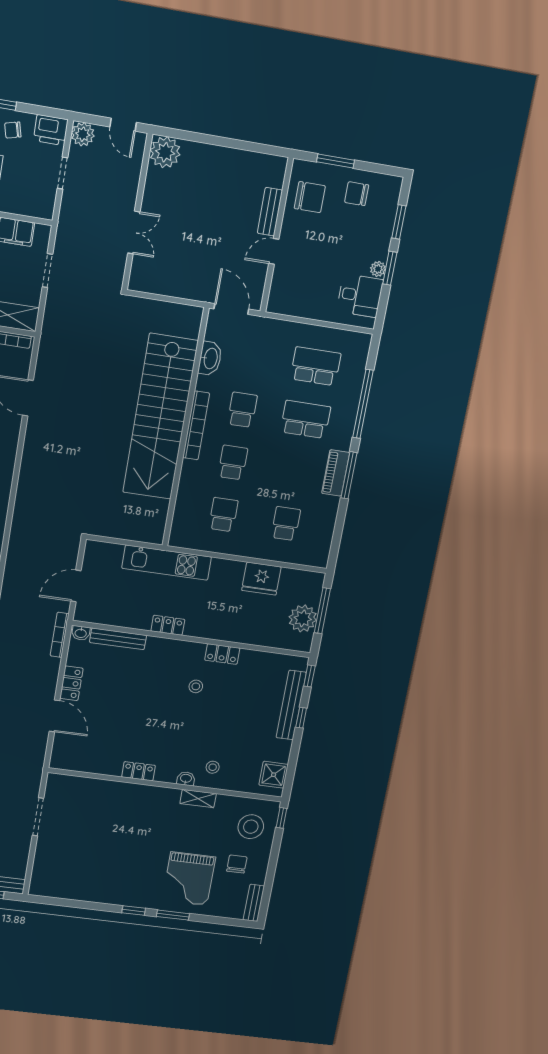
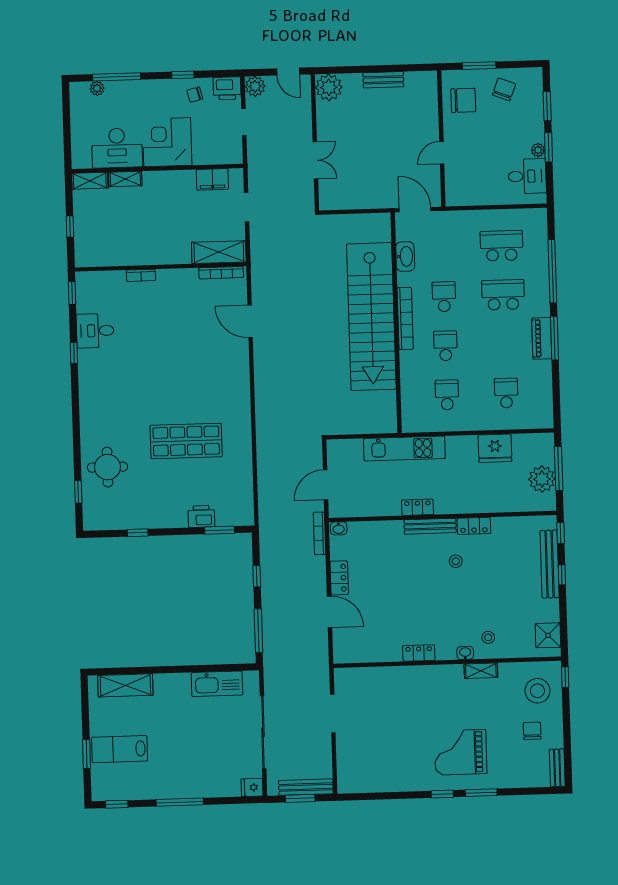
chair: (357, 194) -> (504, 89), turned 111
bench: (270, 212) -> (383, 80), moved, turned 90
bench: (118, 639) -> (430, 526), moved
grand piano: (189, 879) -> (461, 752), moved, turned 90

